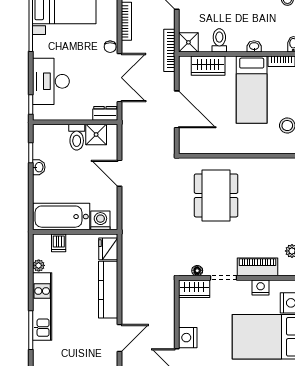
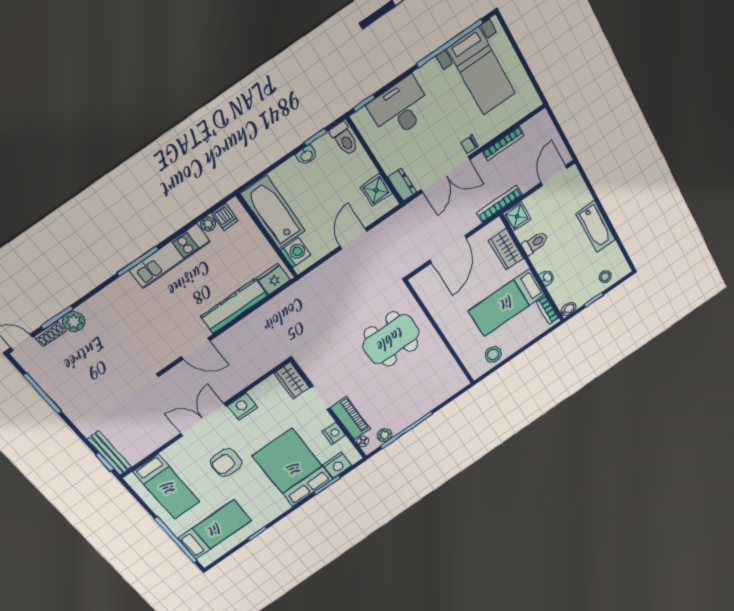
toilet: (77, 137) -> (345, 139), moved, turned -90
dishwasher: (59, 243) -> (225, 217), moved, turned -90
floor lamp: (197, 271) -> (363, 441), moved

